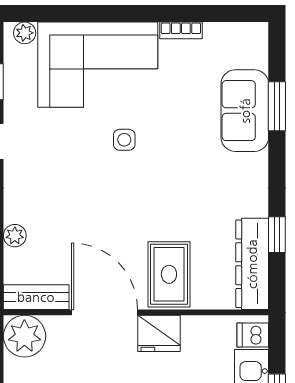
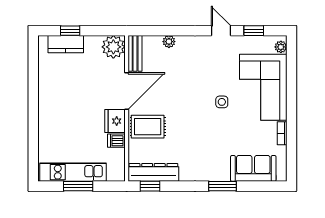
window: (277, 106) -> (223, 186), moved
sofa: (245, 111) -> (253, 168), moved
window: (277, 235) -> (150, 186), moved
dishwasher: (253, 335) -> (116, 141), moved, turned -90

